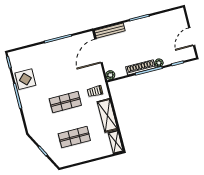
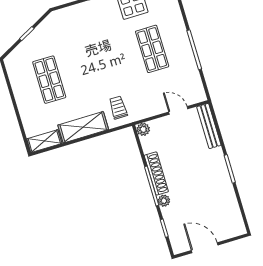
door: (99, 51) -> (178, 110), width x0.53
shop shelf: (65, 102) -> (152, 49), moved

